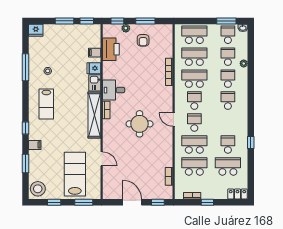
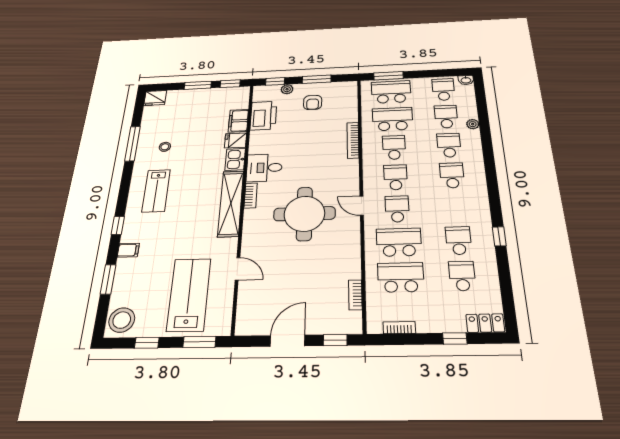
window: (226, 21) -> (388, 76), moved
filing cabinet: (95, 53) -> (238, 121), width x2.00
school desk: (194, 79) -> (394, 147), width x0.54
round table: (140, 124) -> (304, 214), width x1.36, depth x1.36
school desk: (228, 166) -> (462, 276), width x0.54
door: (132, 202) -> (288, 341), hinge flipped
window: (207, 202) -> (455, 338), moved

